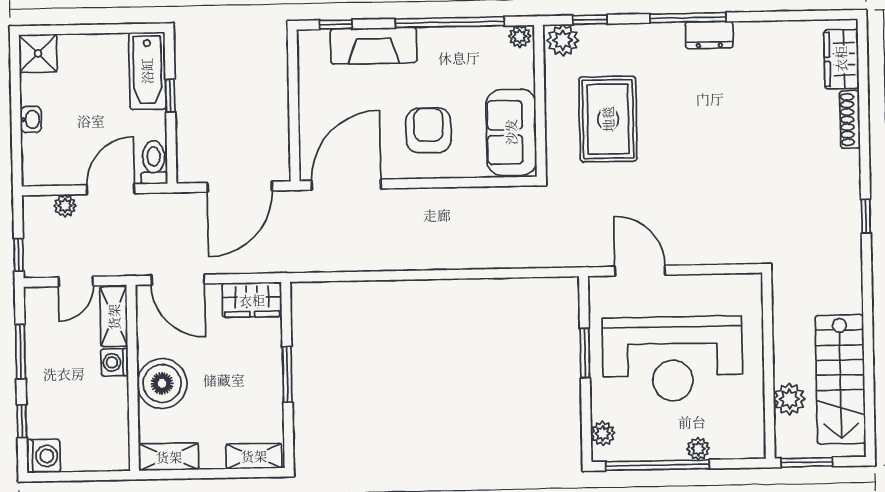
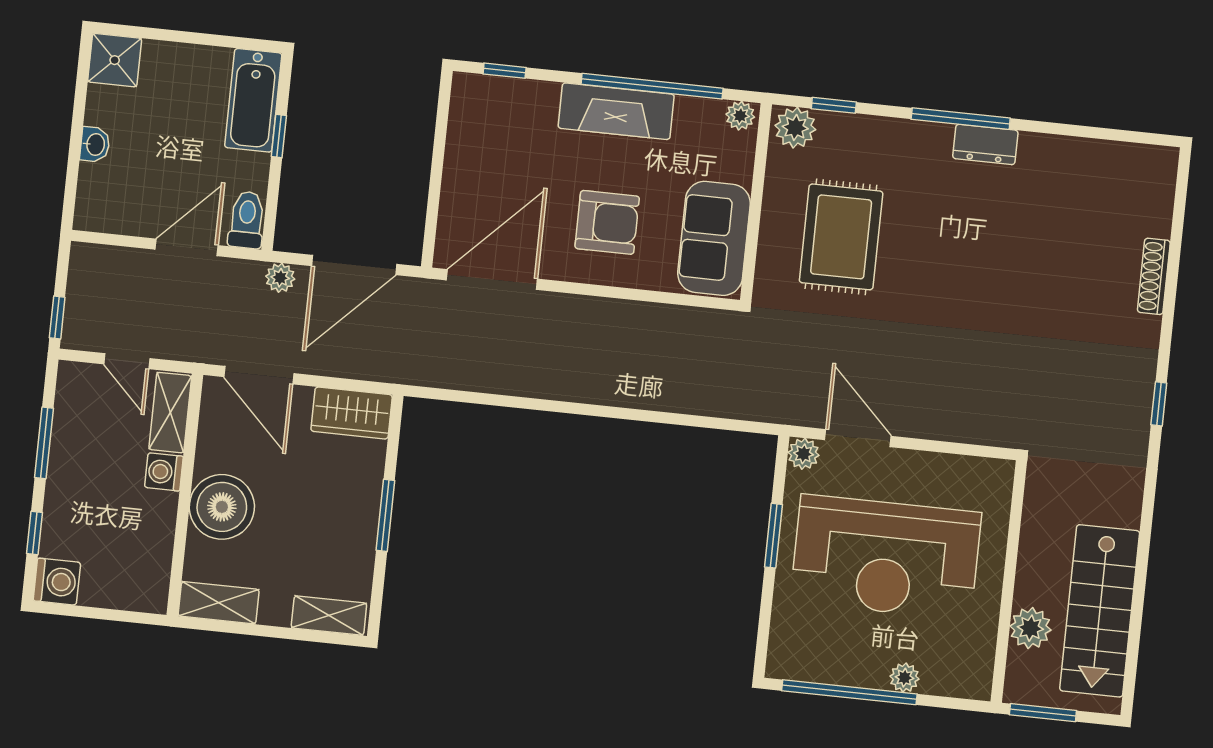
fireplace: (374, 46) -> (616, 111), moved
wardrobe: (841, 59) -> (1153, 197), removed
armchair: (428, 130) -> (607, 222), turned 90
plant: (65, 206) -> (280, 278), moved
door: (76, 282) -> (127, 361), hinge flipped
plant: (603, 433) -> (804, 454), moved

